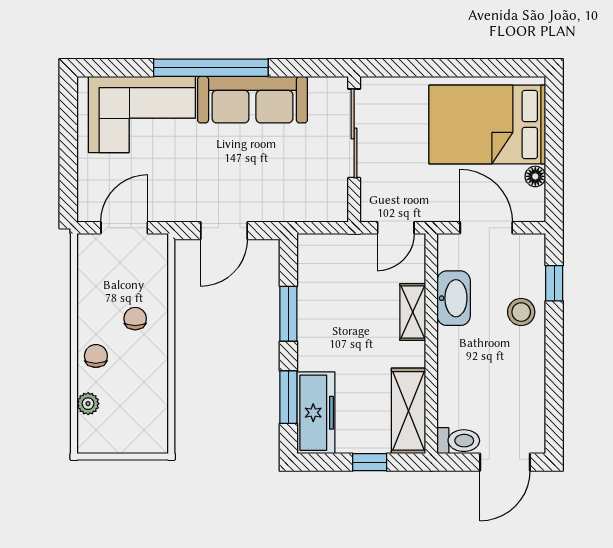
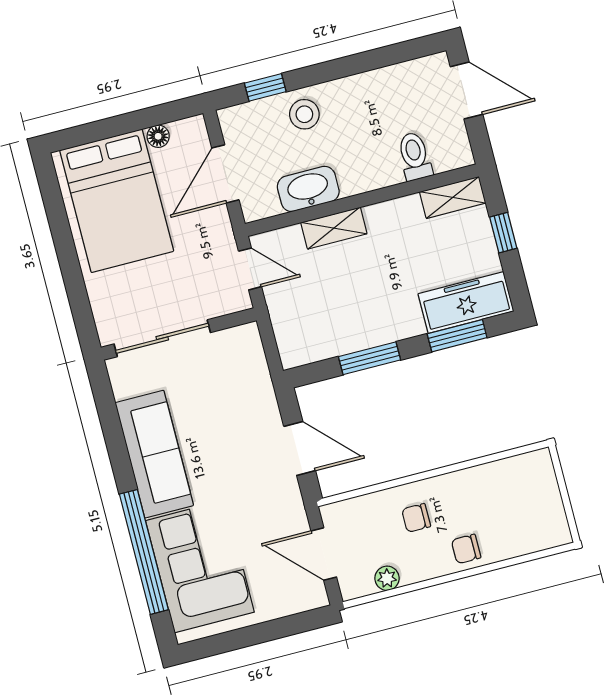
window: (211, 68) -> (144, 552), moved
plant: (88, 404) -> (387, 578), moved
shelving: (408, 411) -> (453, 197), width x0.67, depth x0.75
toilet: (458, 441) -> (415, 156), moved

